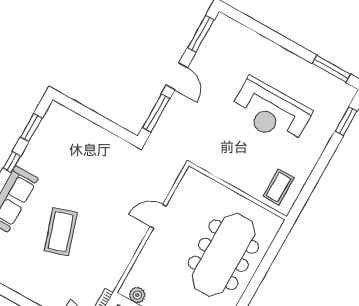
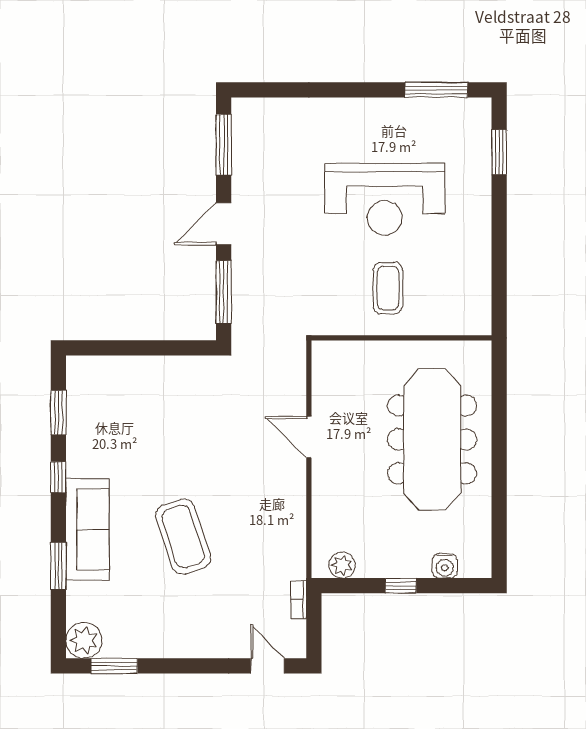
door: (177, 76) -> (224, 224), swing flipped
coffee table: (279, 187) -> (388, 288), moved
door: (158, 216) -> (309, 437), hinge flipped

